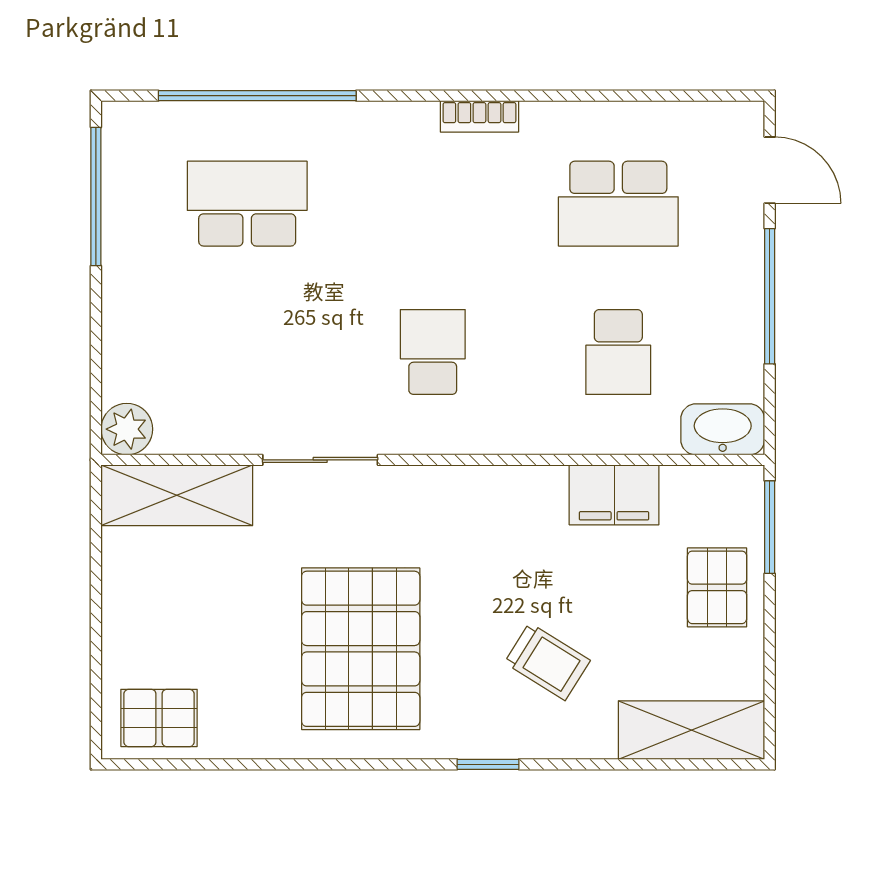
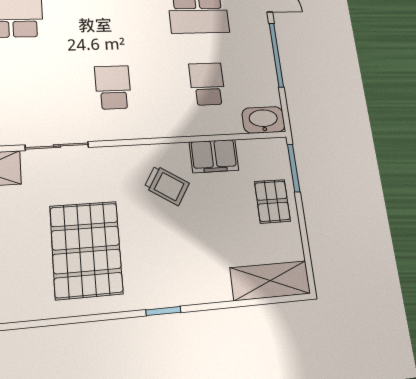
school desk: (618, 352) -> (207, 84), turned 180
trolley: (547, 662) -> (167, 185), moved

